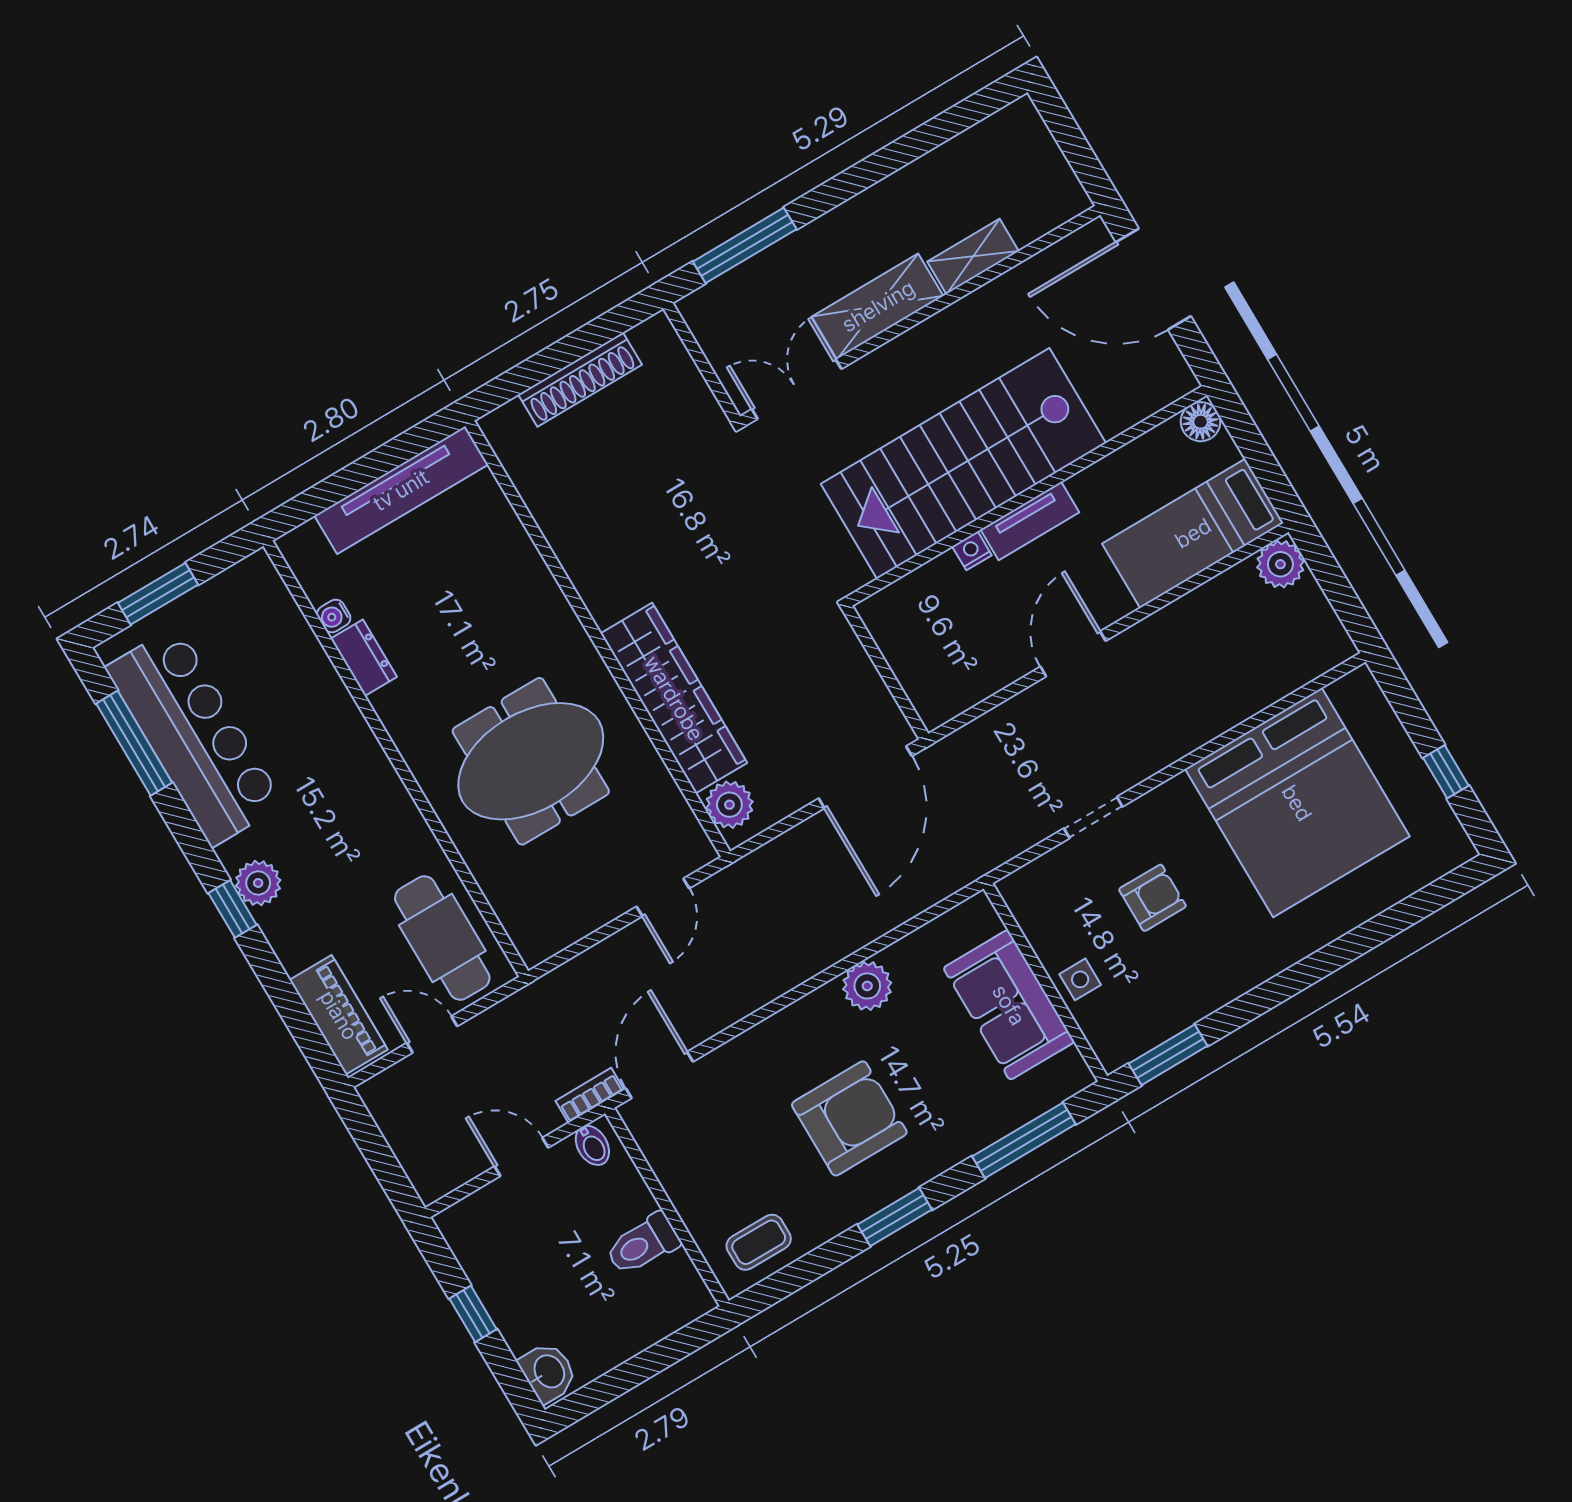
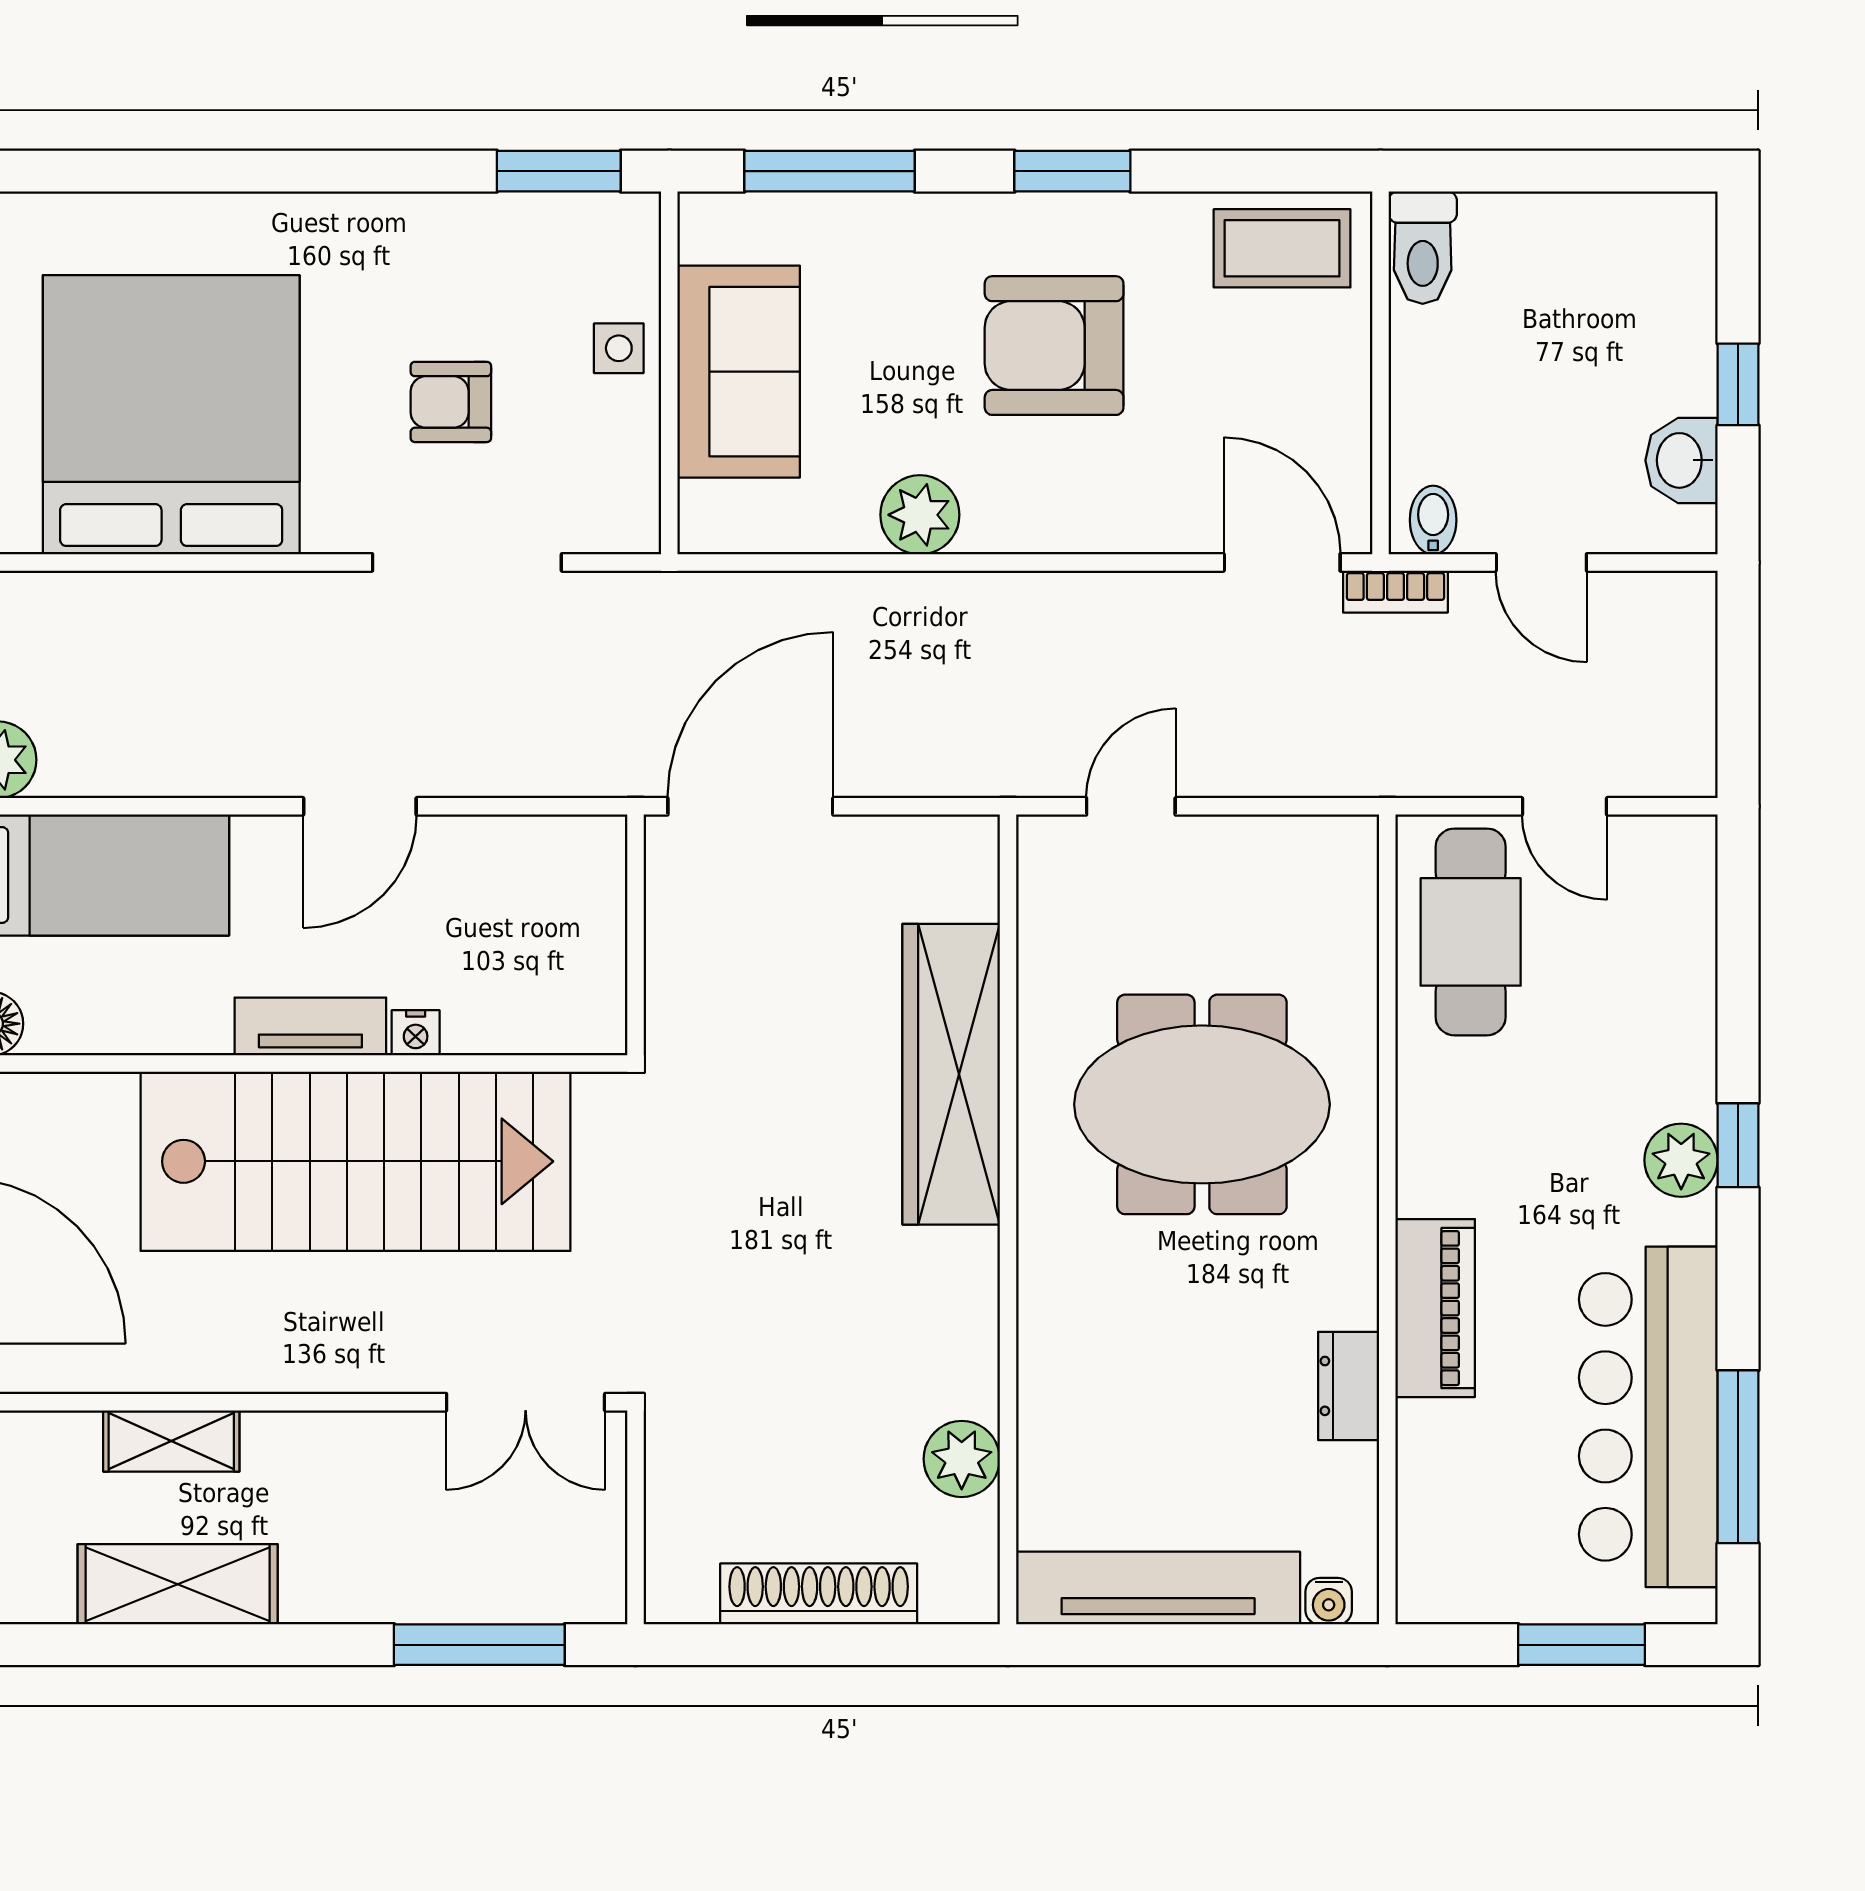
shelving: (878, 306) -> (178, 1584), moved
water cooler: (334, 616) -> (1329, 1601), moved, turned 90
plant: (729, 805) -> (962, 1459), moved
doorway: (1093, 817) -> (467, 562), width x1.88
piano: (339, 1015) -> (1435, 1308), moved, turned 180
door: (659, 1075) -> (1282, 562), swing flipped
coffee table: (759, 1242) -> (1282, 248), width x1.36, depth x1.30
toilet: (643, 1244) -> (1423, 248), moved, turned 90
washbasin: (548, 1372) -> (1682, 460), moved

